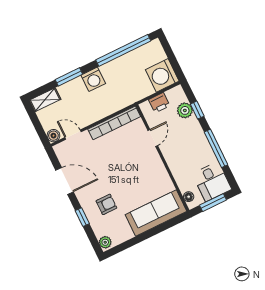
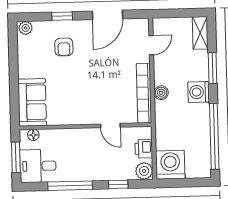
plant: (185, 110) -> (144, 171), moved
boiler: (53, 136) -> (161, 93), moved
sofa: (156, 213) -> (32, 102), width x0.73

